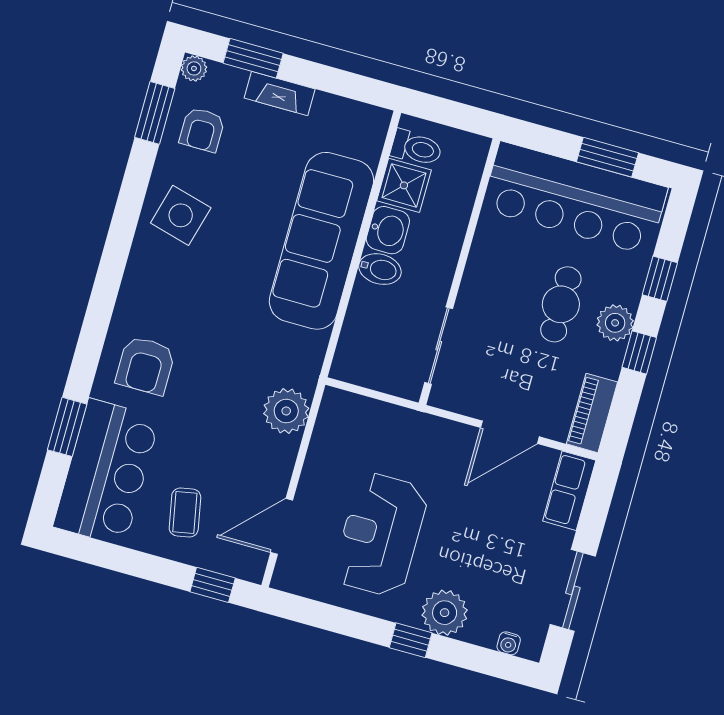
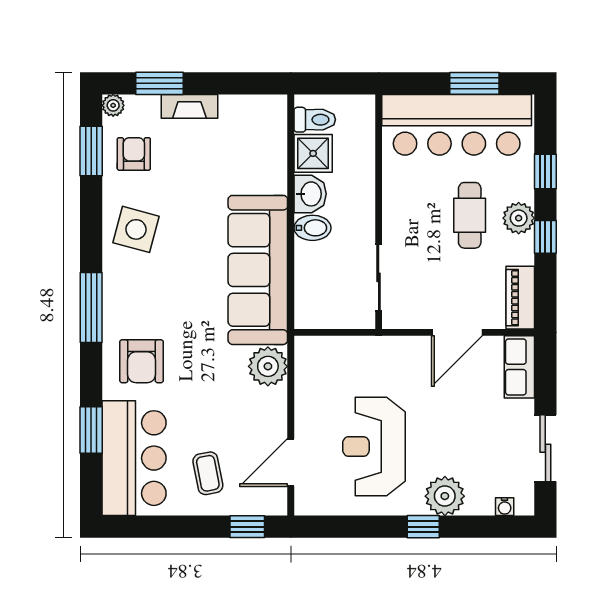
armchair: (202, 130) -> (134, 154), turned 180
sofa: (321, 241) -> (258, 270), moved
window: (106, 289) -> (91, 308), added

